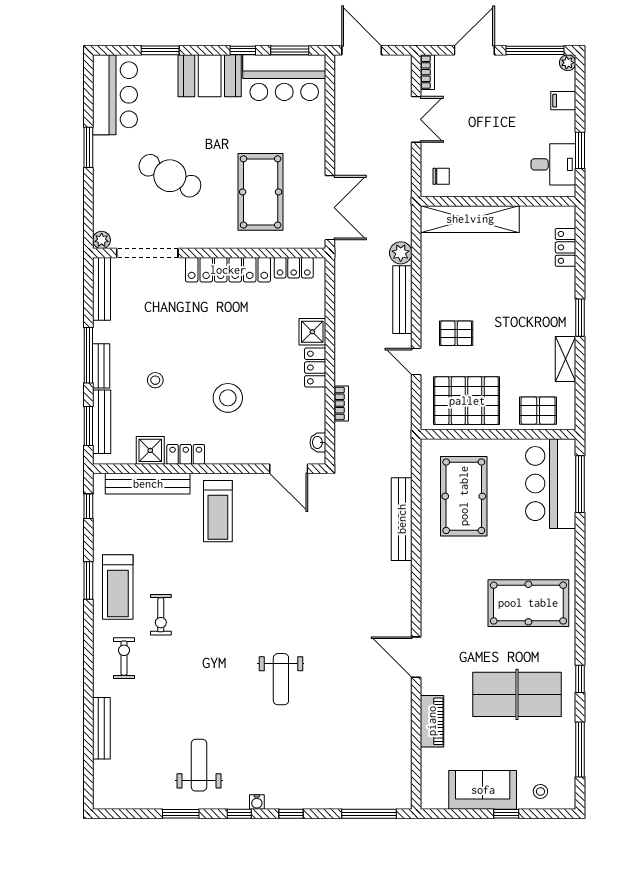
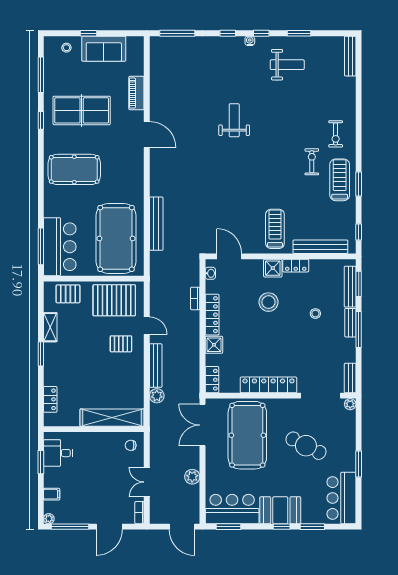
window: (243, 50) -> (282, 527), moved
plant: (346, 128) -> (192, 477), added
pool table: (261, 192) -> (247, 435), width x1.36, depth x1.32
locker: (294, 268) -> (212, 380), moved, turned 90
bench: (102, 289) -> (350, 378), width x0.73
locker: (315, 368) -> (212, 315), width x1.53
shower: (150, 450) -> (273, 268), moved
pool table: (464, 496) -> (116, 238), width x1.36, depth x1.32
bench: (101, 728) -> (350, 56), moved
weight bench: (199, 765) -> (287, 65), turned -90

